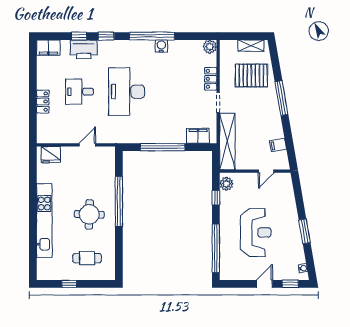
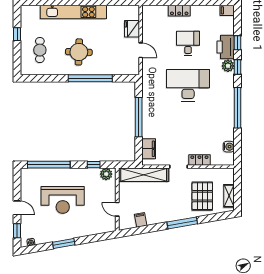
water cooler: (161, 46) -> (229, 147), moved
plant: (210, 47) -> (228, 66), moved
filing cabinet: (48, 48) -> (227, 10), width x0.50
fridge: (51, 155) -> (132, 29), moved

